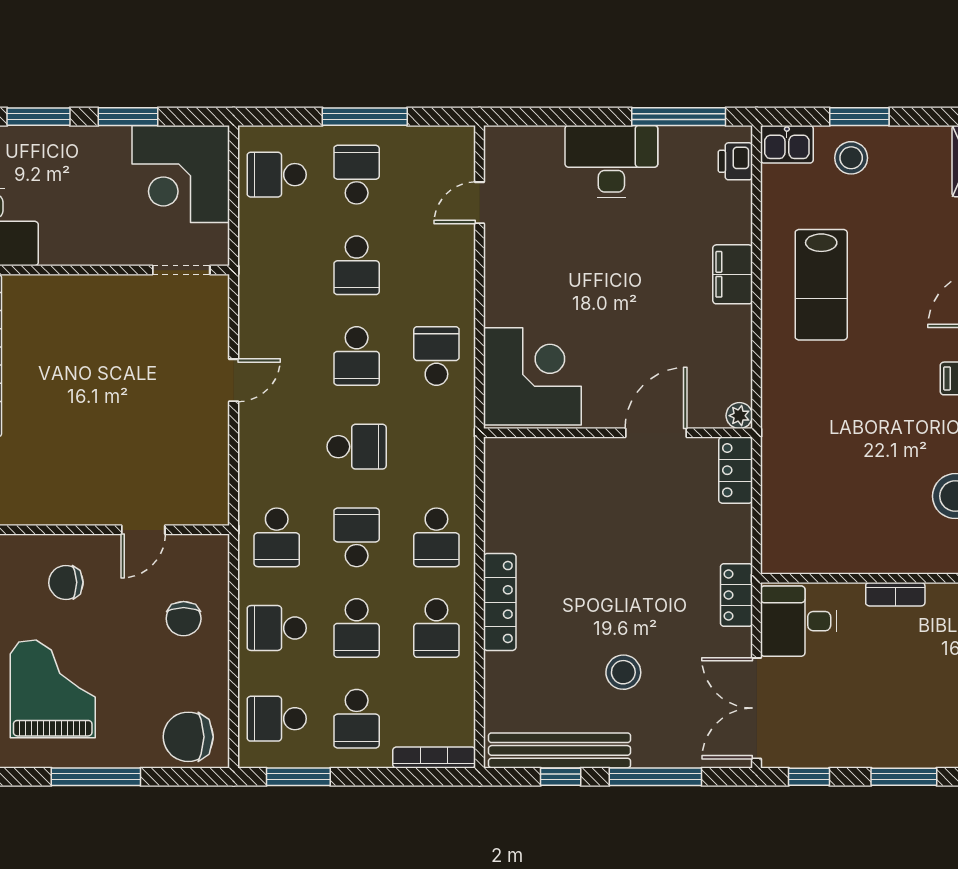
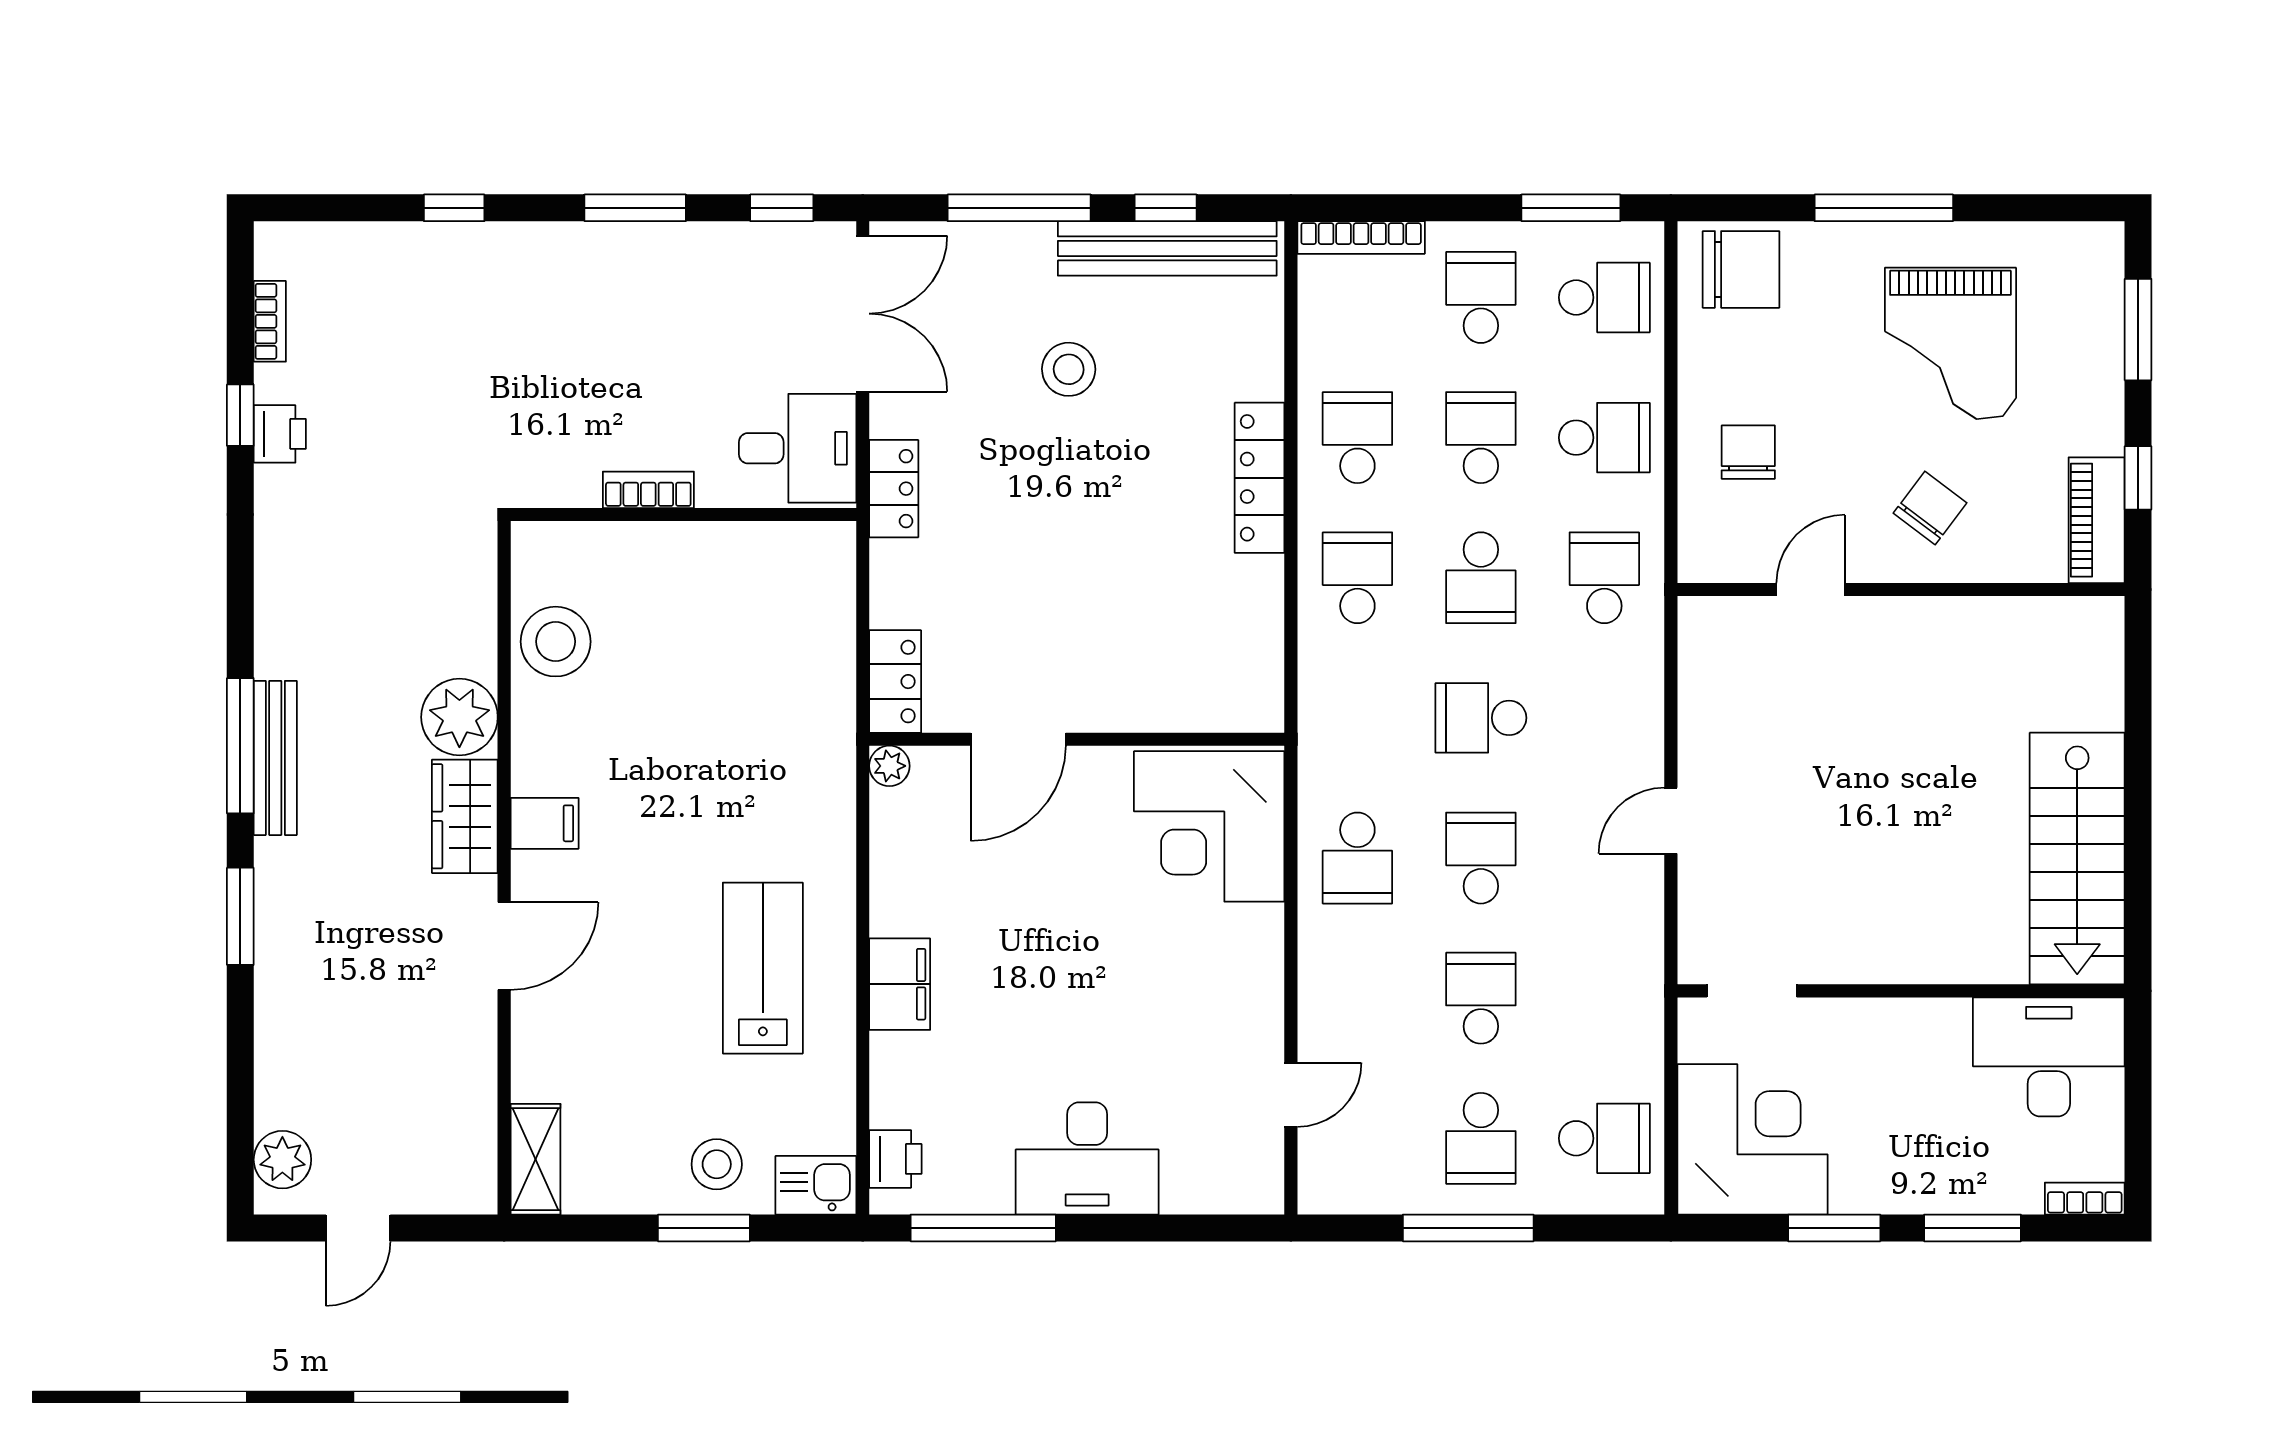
chair: (66, 582) -> (1930, 508), turned -52

